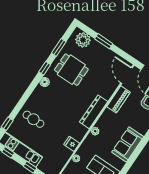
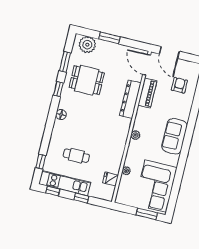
floor lamp: (45, 82) -> (61, 115), moved
dresser: (94, 112) -> (130, 99), moved
cafe table: (33, 119) -> (76, 156), moved
fridge: (72, 144) -> (111, 179), moved

